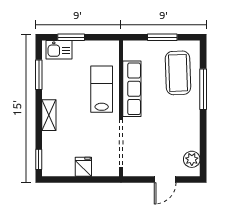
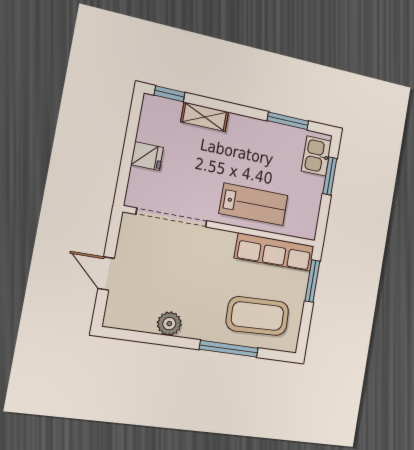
window: (162, 37) -> (312, 281), moved
row of seats: (132, 89) -> (275, 252), moved
shelving: (49, 115) -> (205, 117), moved
plant: (192, 159) -> (169, 324), moved

